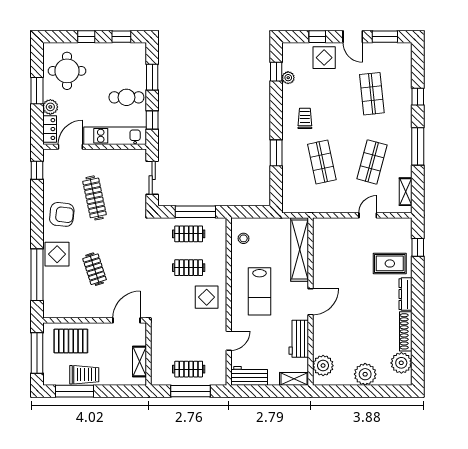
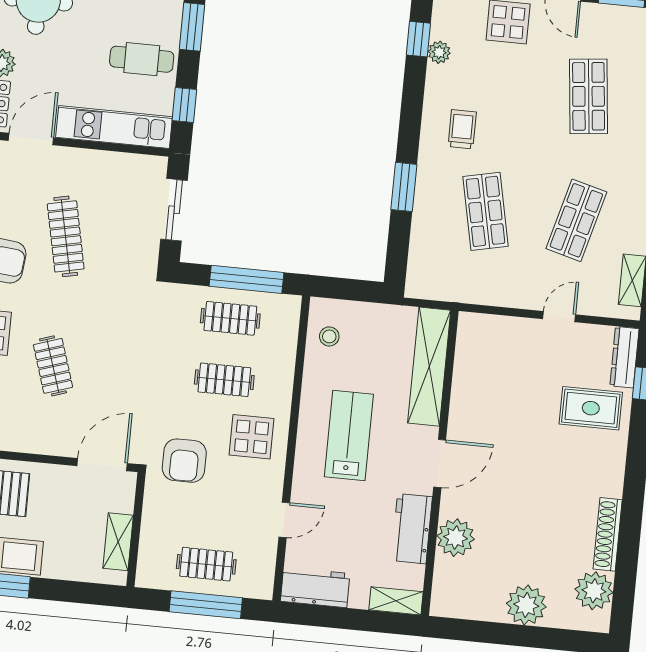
lab bench: (259, 291) -> (349, 436), turned 180
dresser: (405, 294) -> (624, 357), moved
armchair: (171, 314) -> (184, 461), added
plant: (323, 366) -> (456, 538), moved

